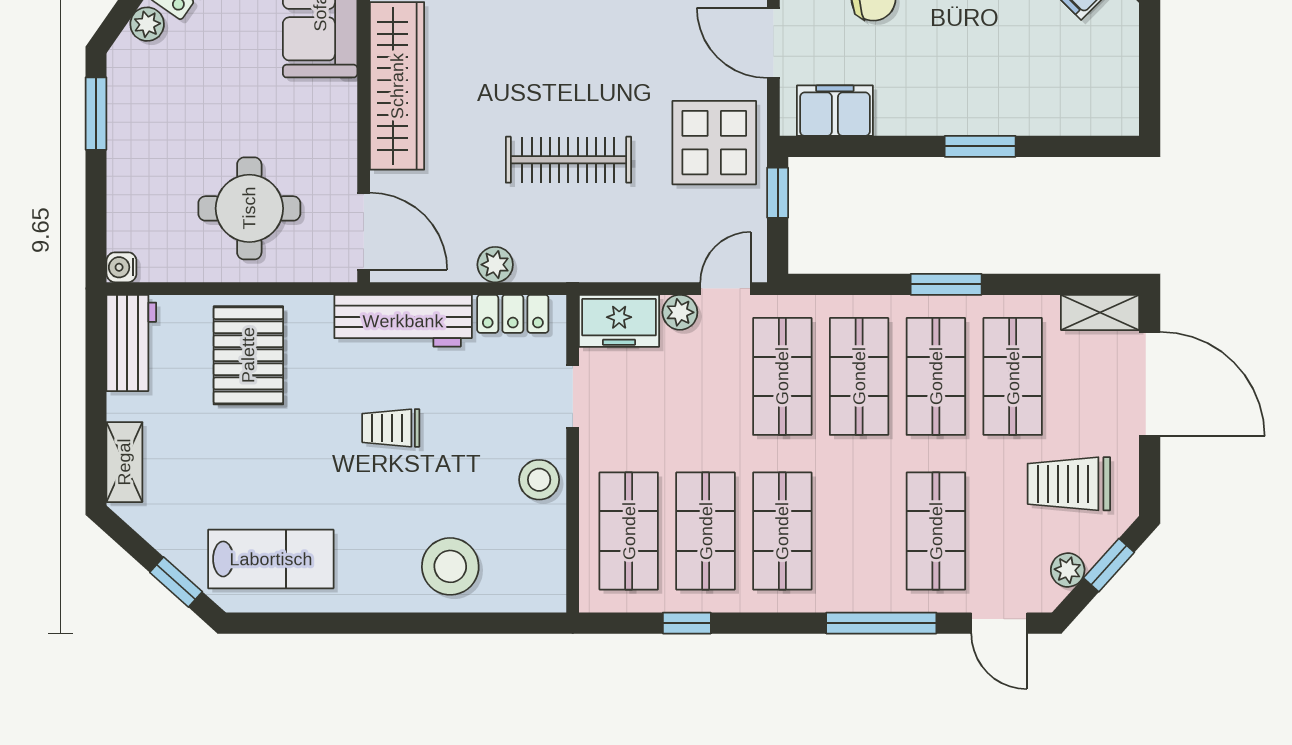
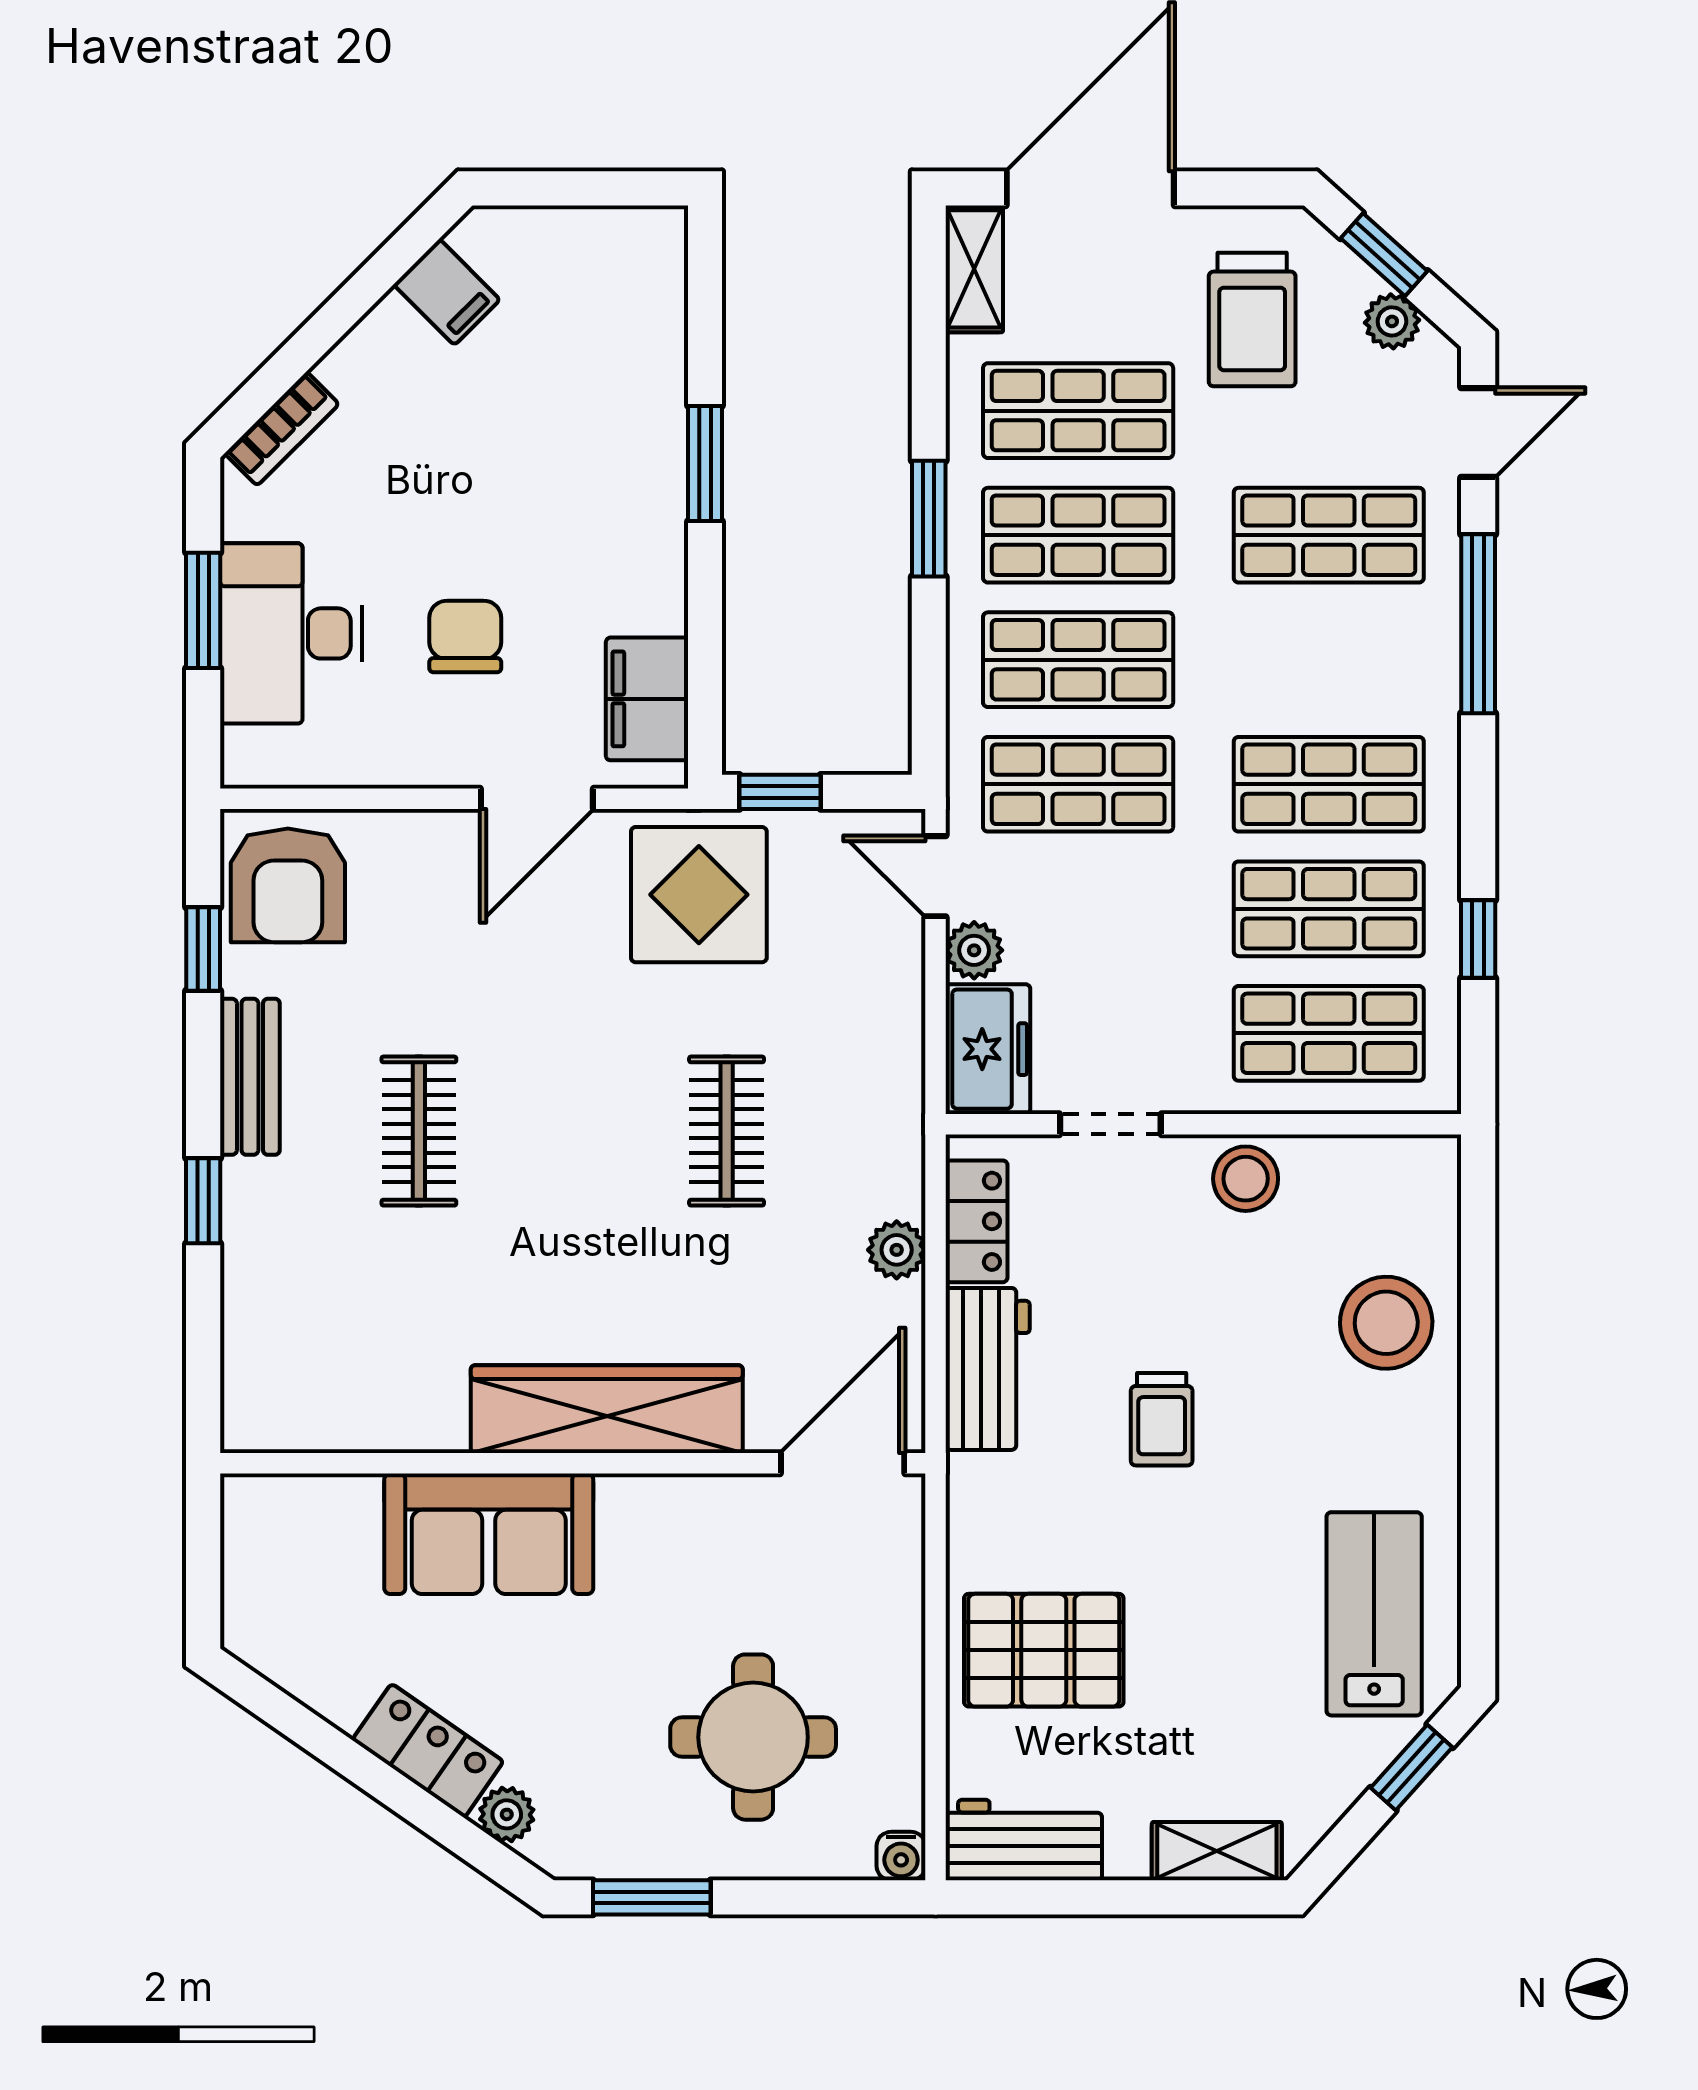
clothes rail: (568, 160) -> (727, 1131), width x0.73
round table: (249, 208) -> (753, 1737), moved
workbench: (403, 321) -> (988, 1369), width x0.73

